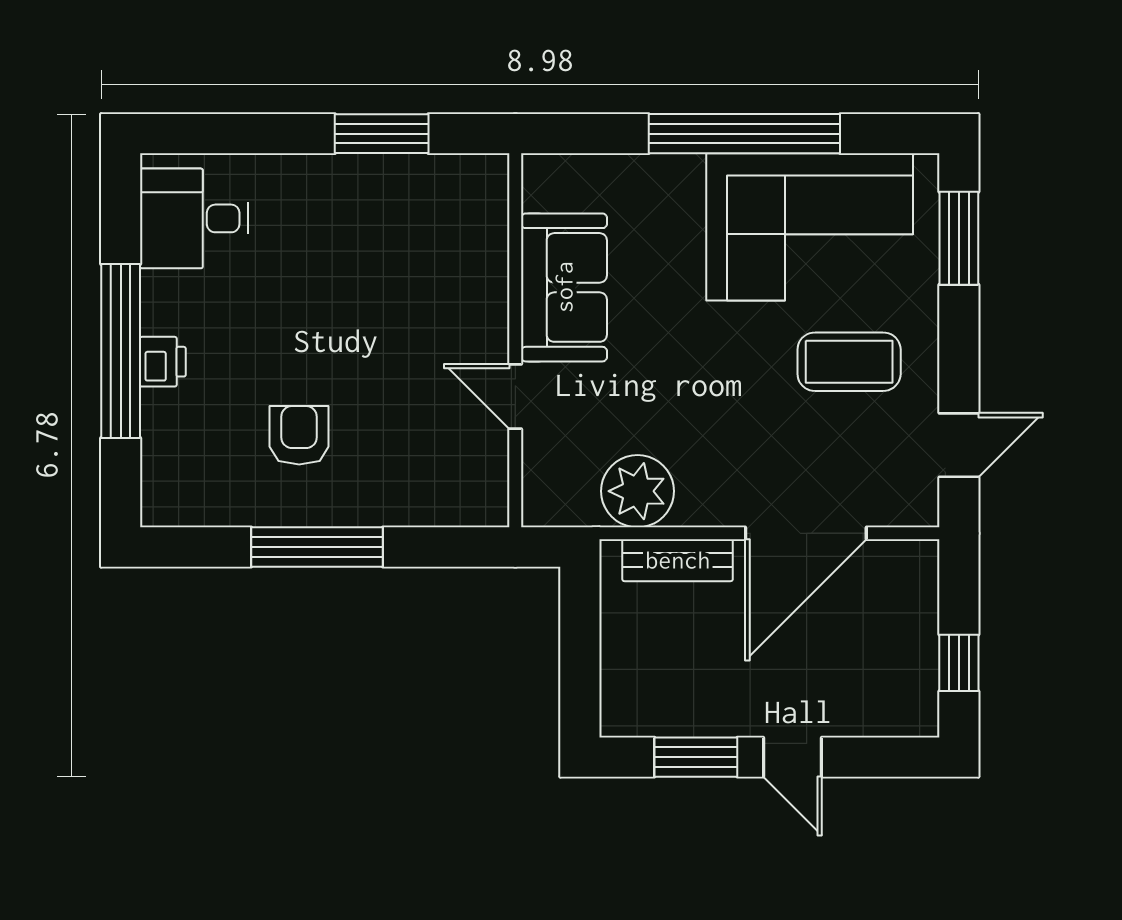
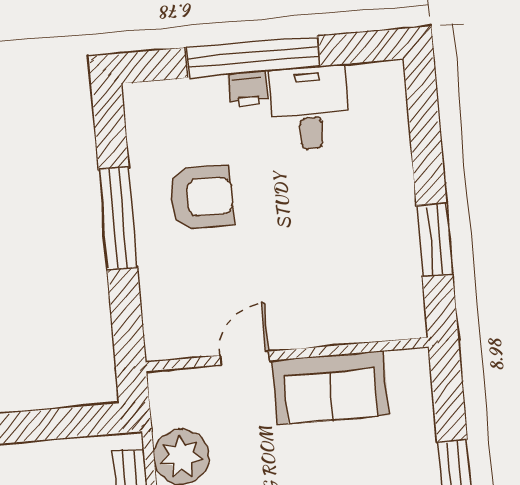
desk: (194, 218) -> (309, 108), moved
armchair: (299, 435) -> (201, 197), width x1.38, depth x1.38

